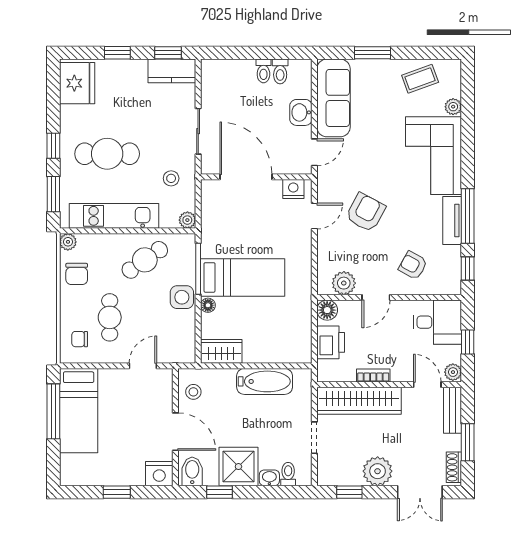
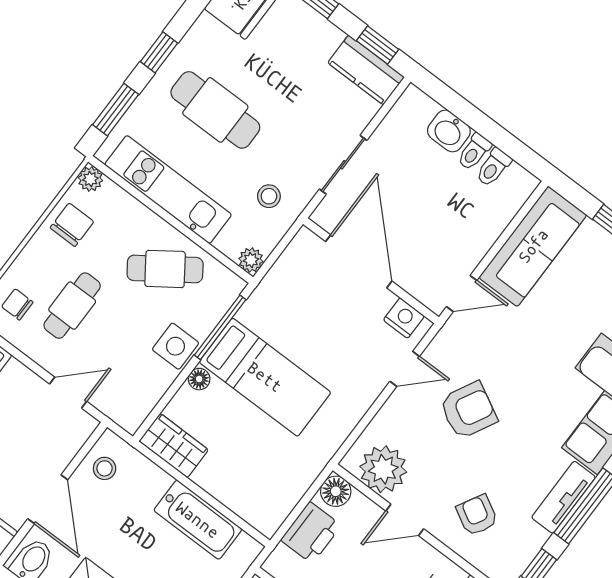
washbasin: (301, 112) -> (449, 131), moved, turned -90
chair: (77, 274) -> (72, 225), turned 180
plant: (344, 283) -> (383, 469), width x1.36, depth x1.36

